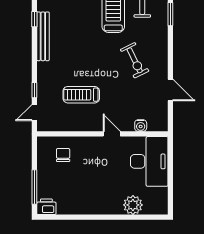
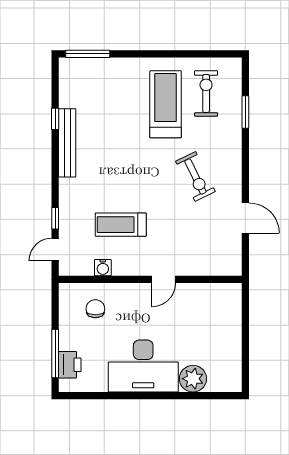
water cooler: (141, 126) -> (103, 268), moved
door: (112, 134) -> (163, 279), swing flipped
desk: (149, 161) -> (143, 366), moved, turned 90
printer: (46, 207) -> (70, 365), moved, turned 90

